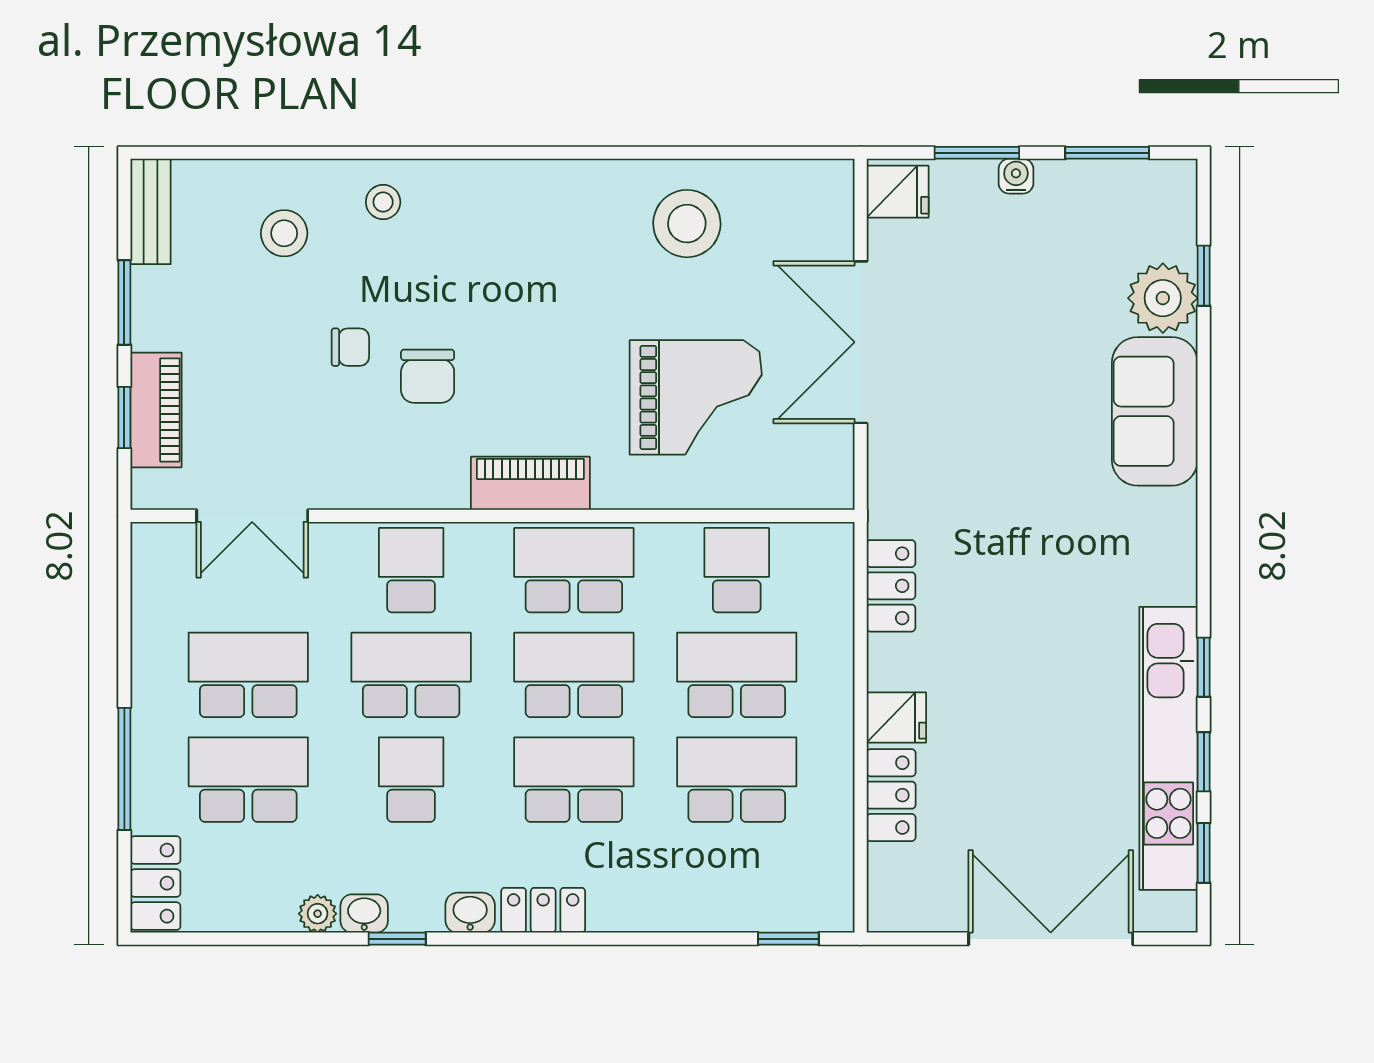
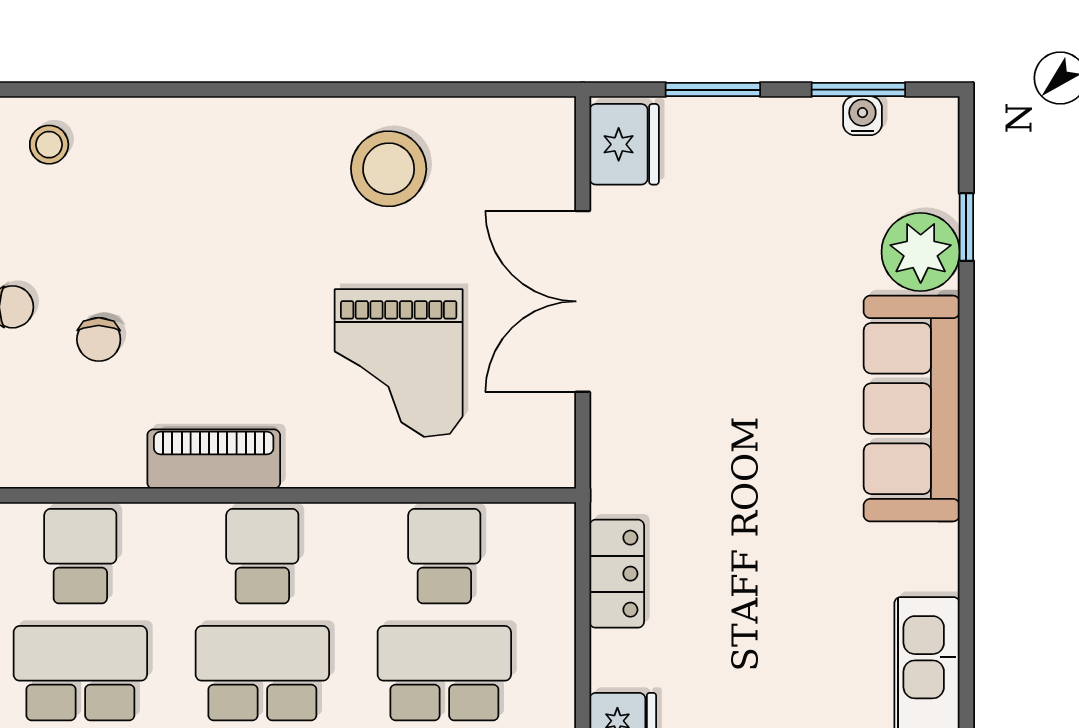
water cooler: (1016, 176) -> (862, 116), moved
fridge: (898, 192) -> (624, 144), width x1.38
chair: (428, 376) -> (99, 339), width x0.73, depth x0.73
grand piano: (696, 397) -> (399, 363), turned 90
sofa: (1155, 411) -> (912, 409), width x1.36
school desk: (574, 570) -> (262, 556), width x0.54
window: (1204, 667) -> (966, 665), removed

